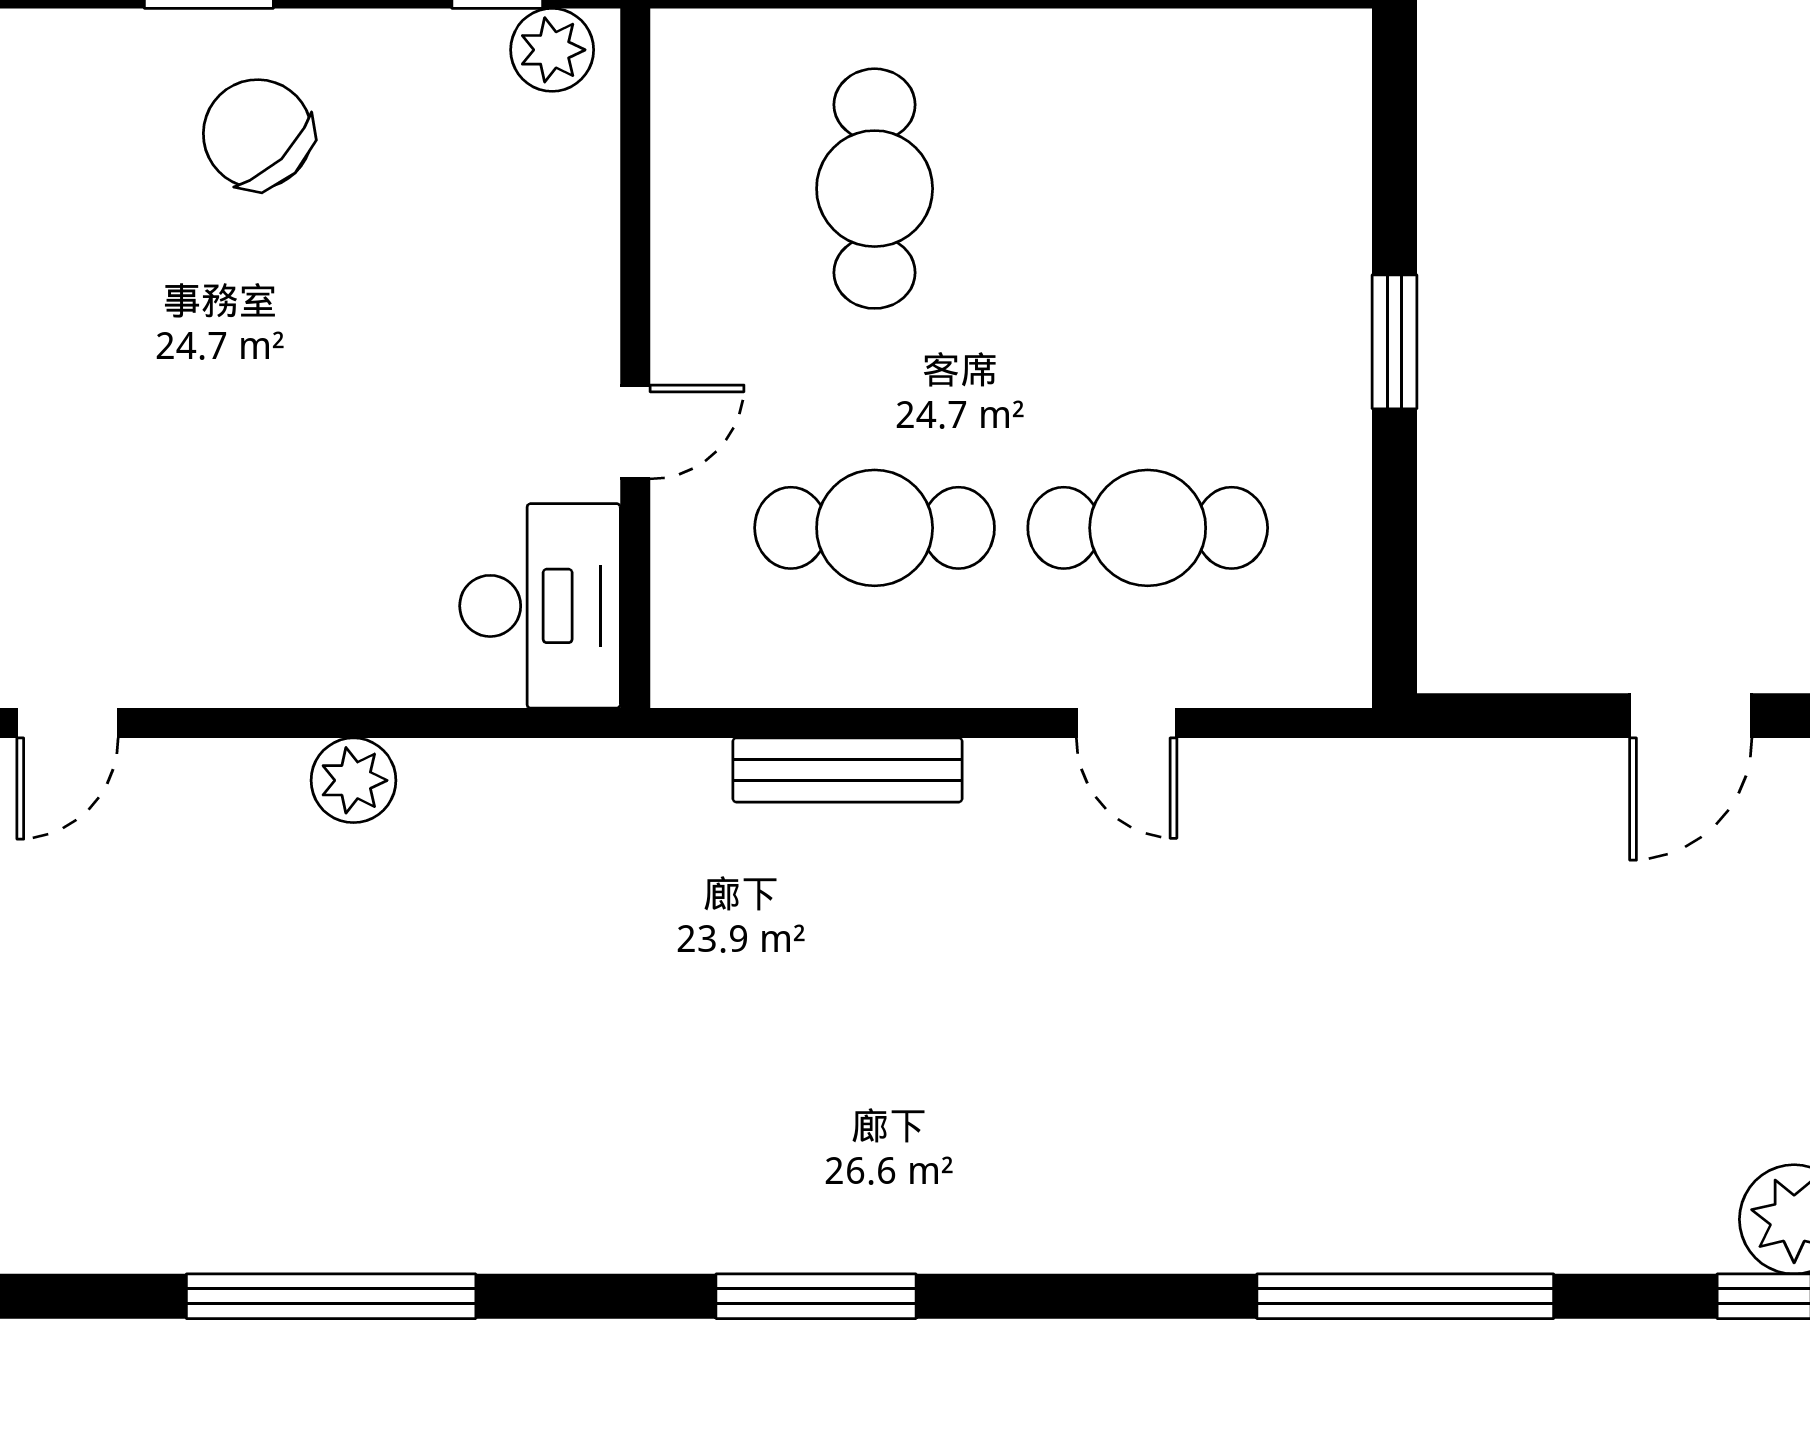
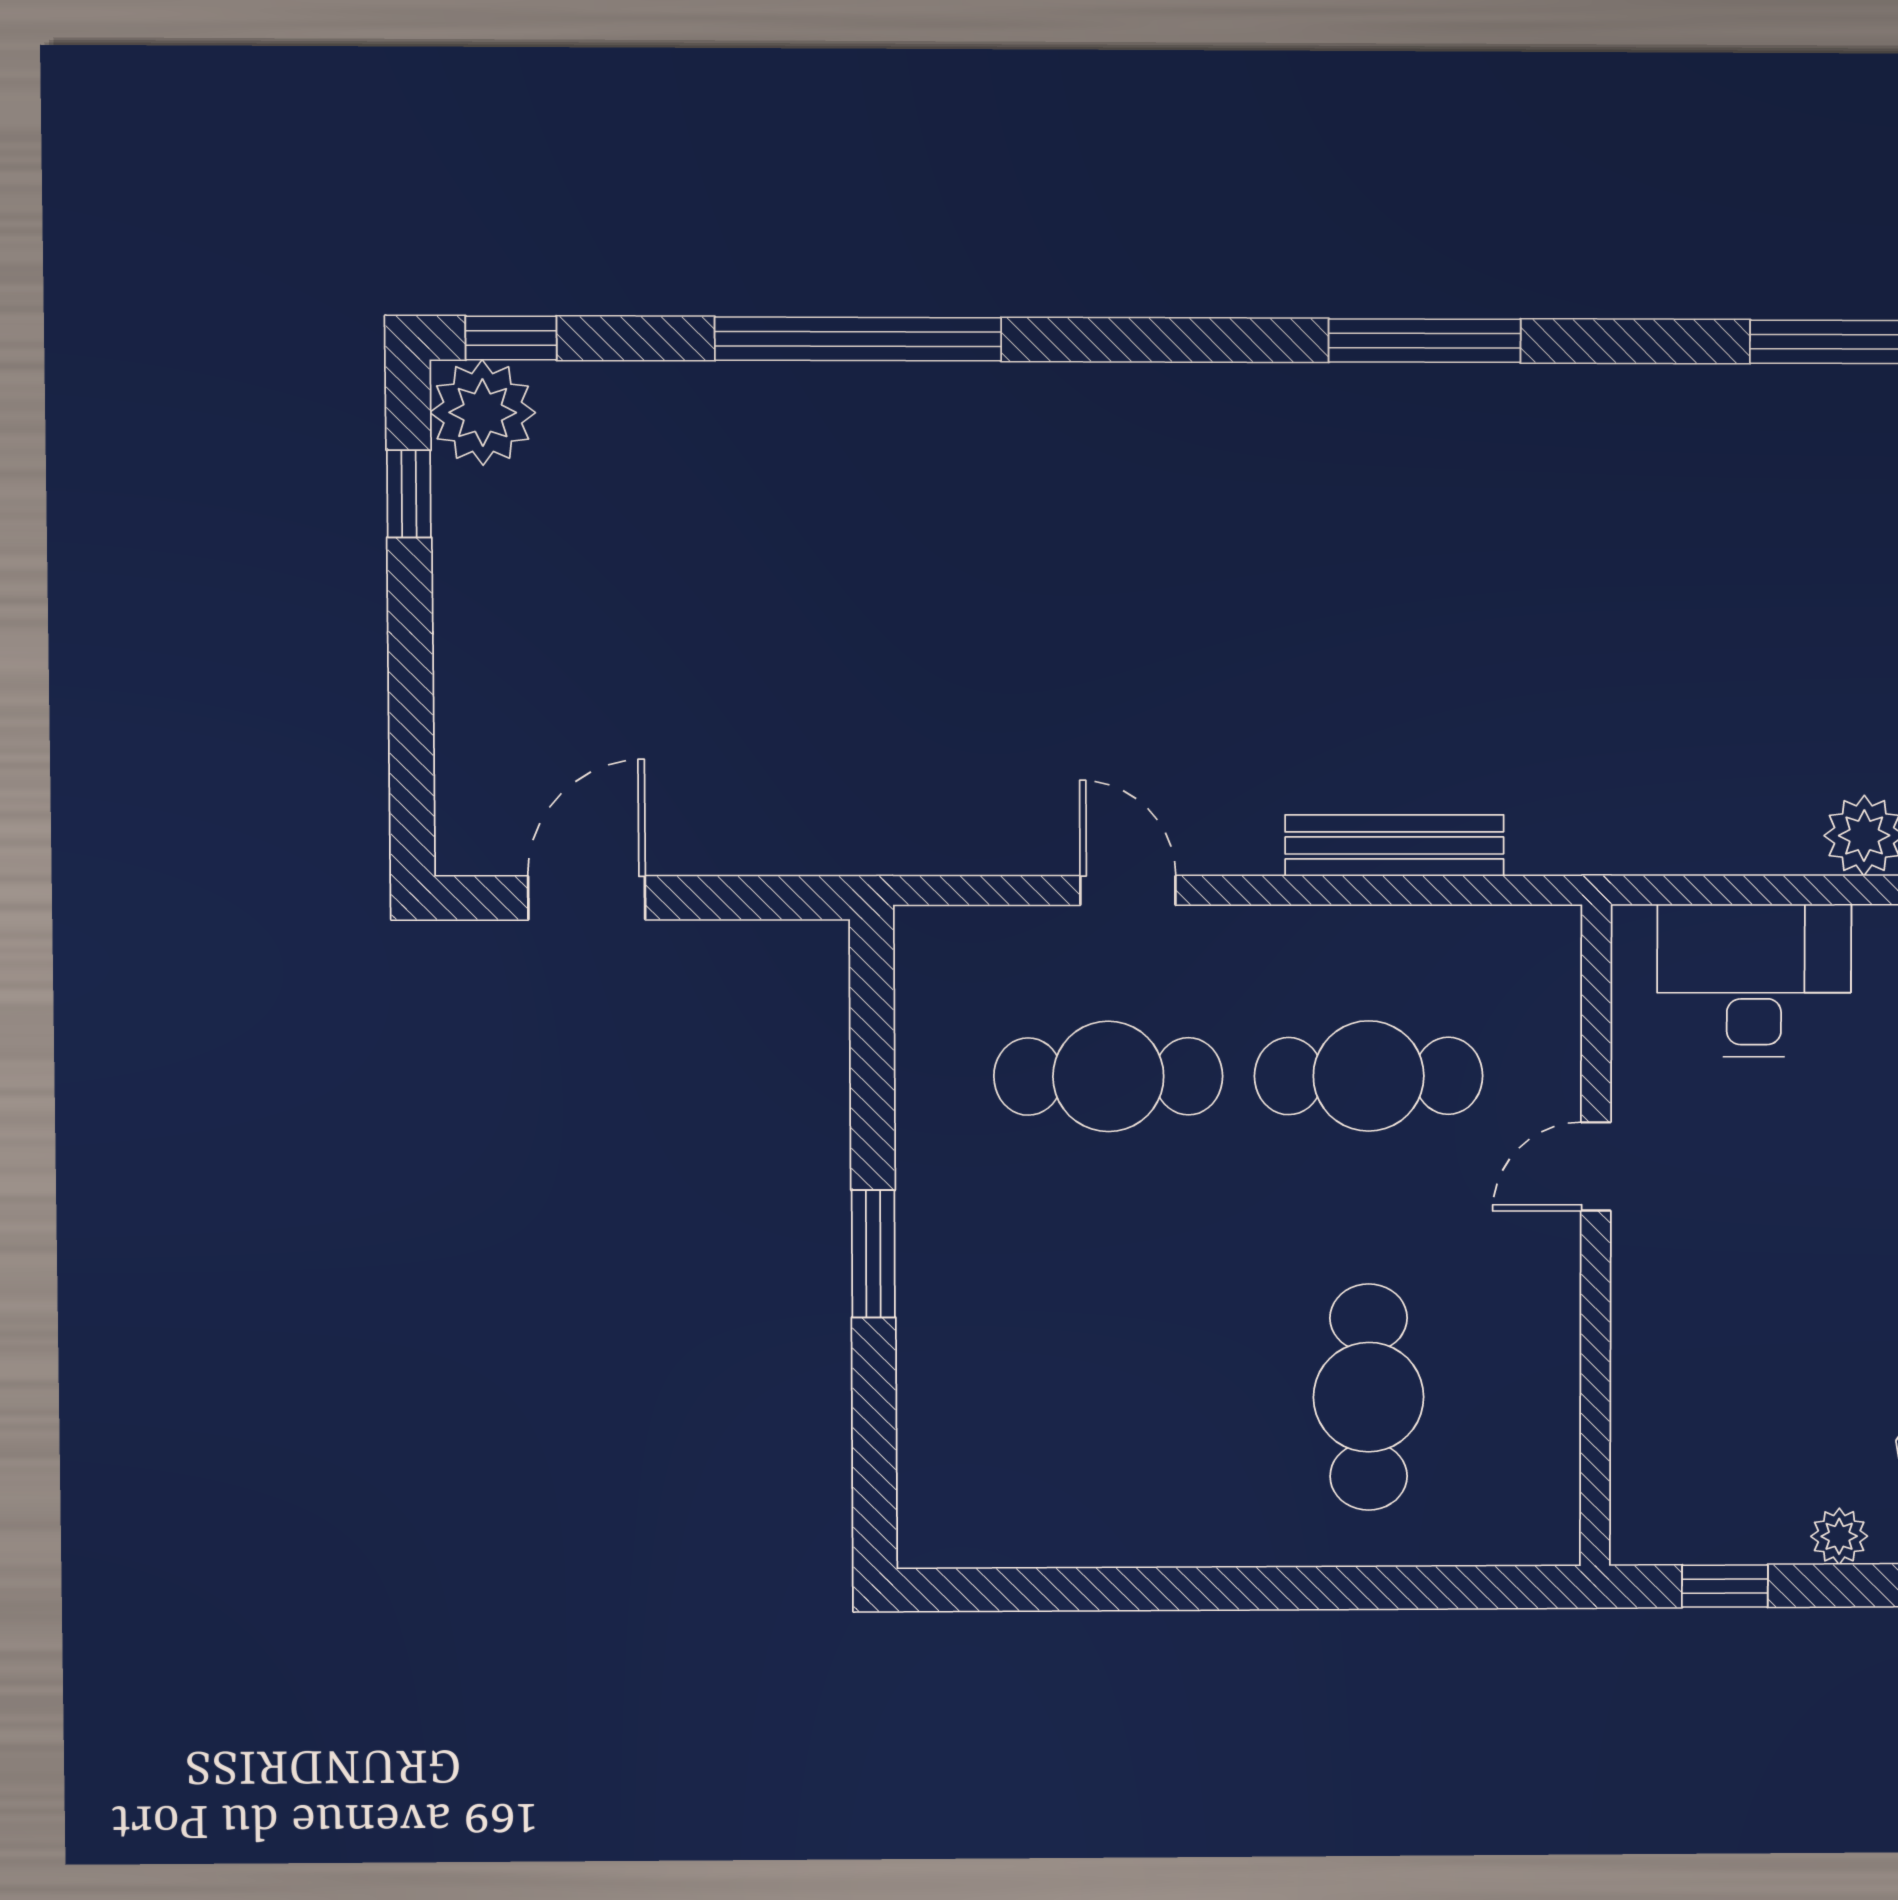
plant: (552, 50) -> (1839, 1536), moved, width x0.73, depth x0.73
desk: (540, 606) -> (1754, 981), moved, turned 90

